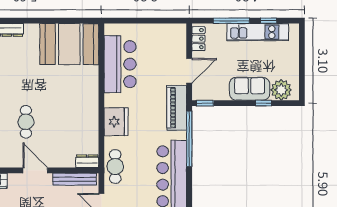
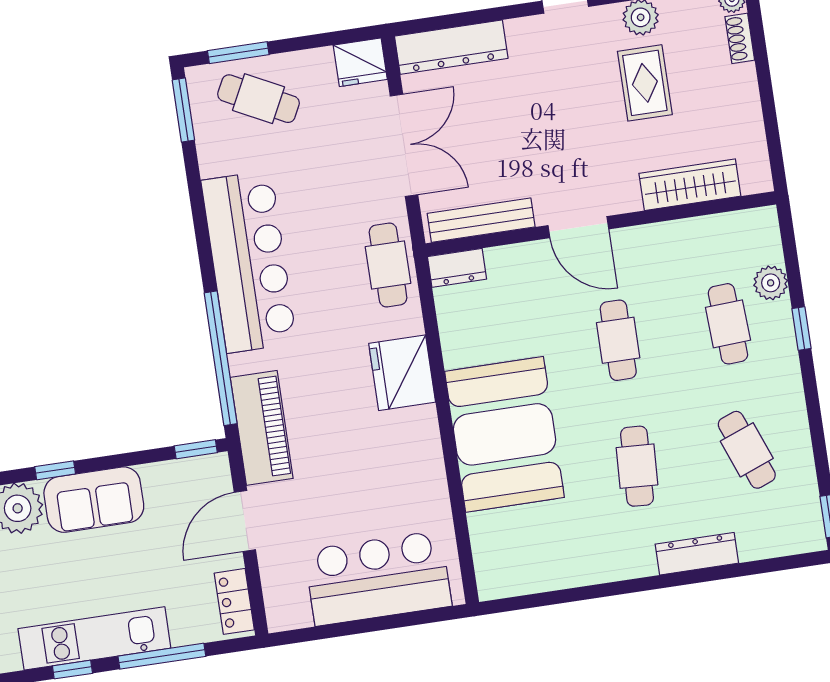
booth: (69, 44) -> (505, 434), moved, turned 90
bar counter: (120, 64) -> (378, 578), moved, turned 90
cafe table: (26, 69) -> (637, 466), added

